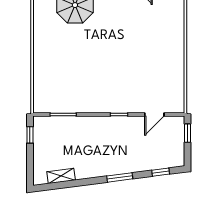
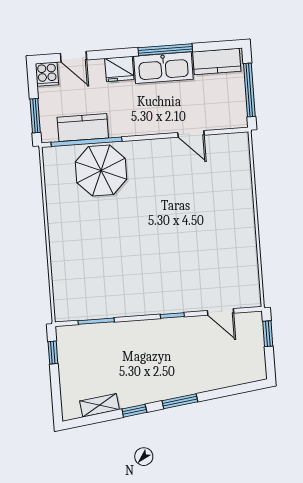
door: (154, 115) -> (221, 312), hinge flipped
window: (161, 172) -> (134, 411), moved

